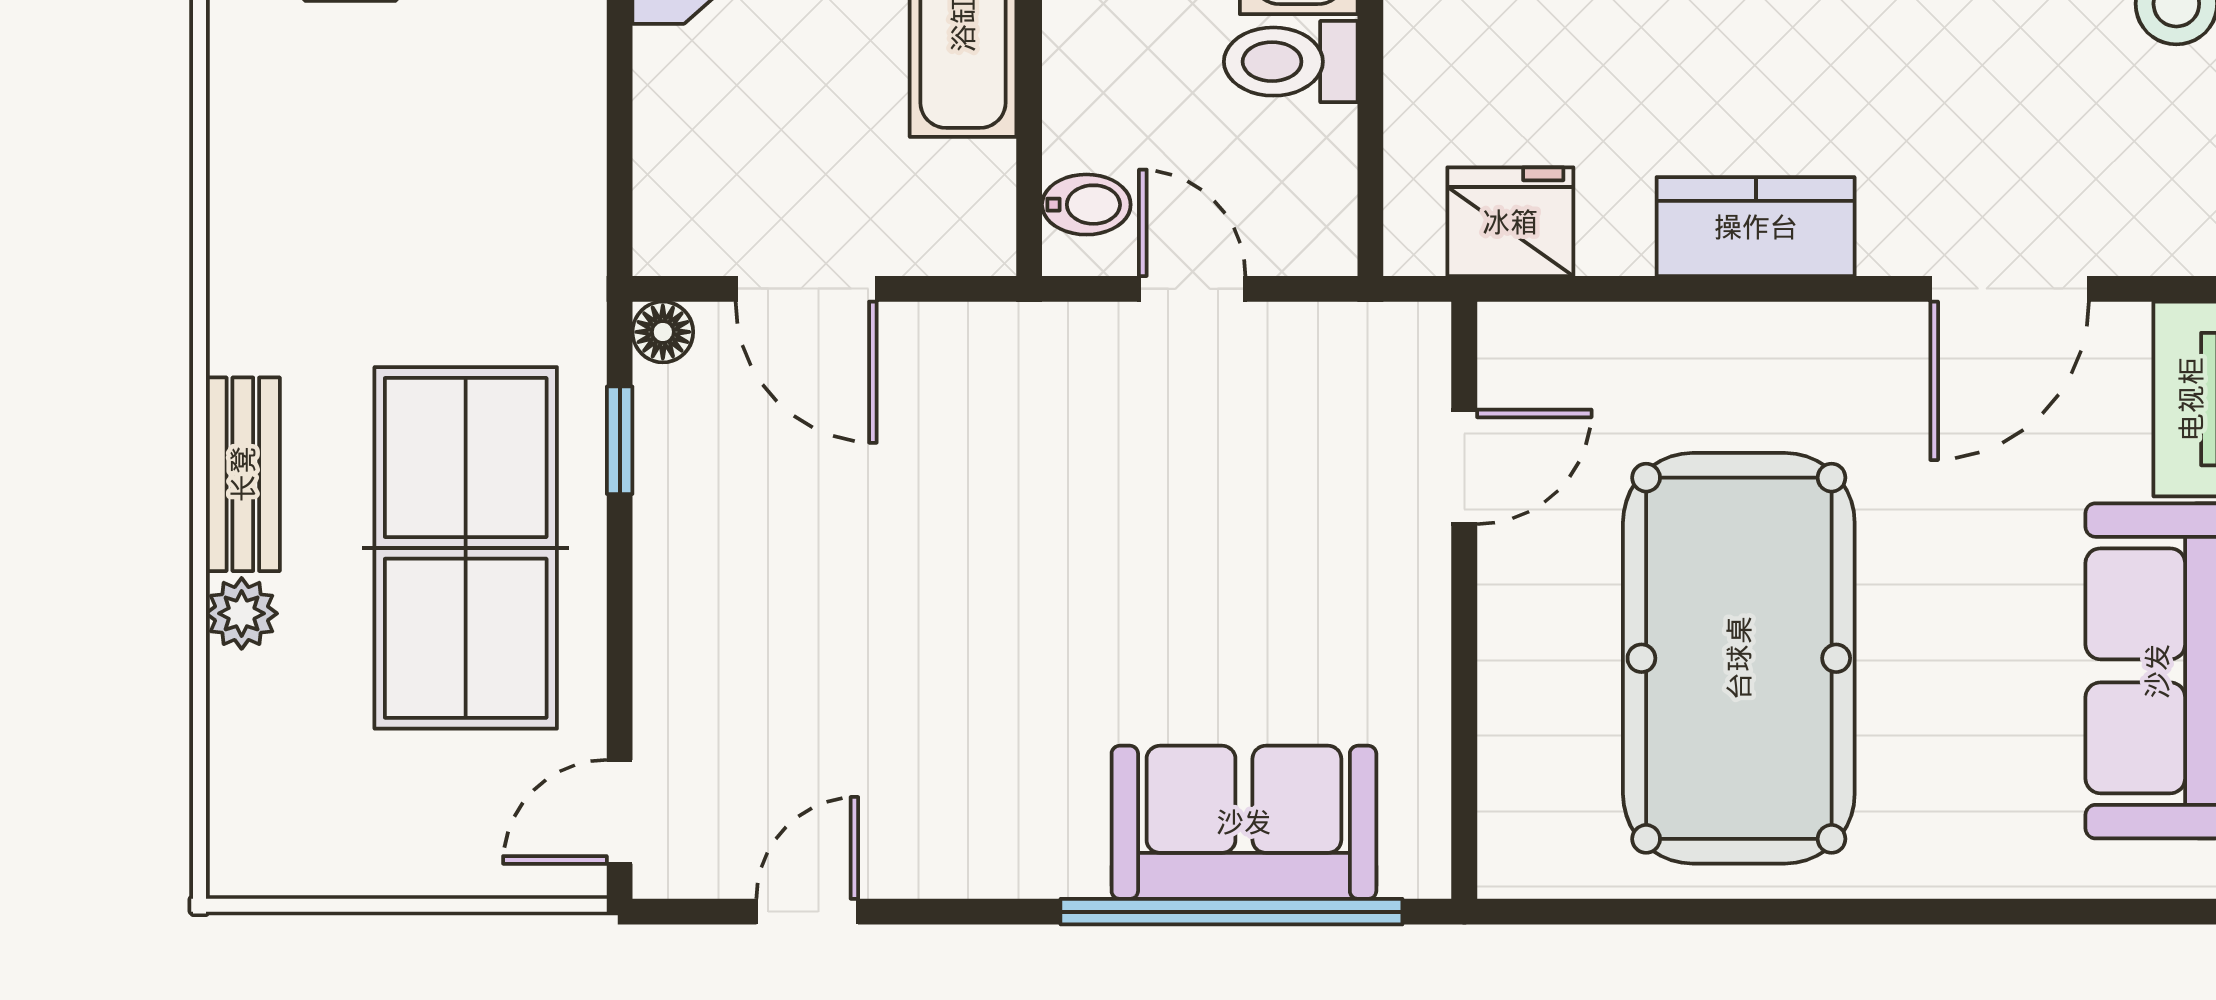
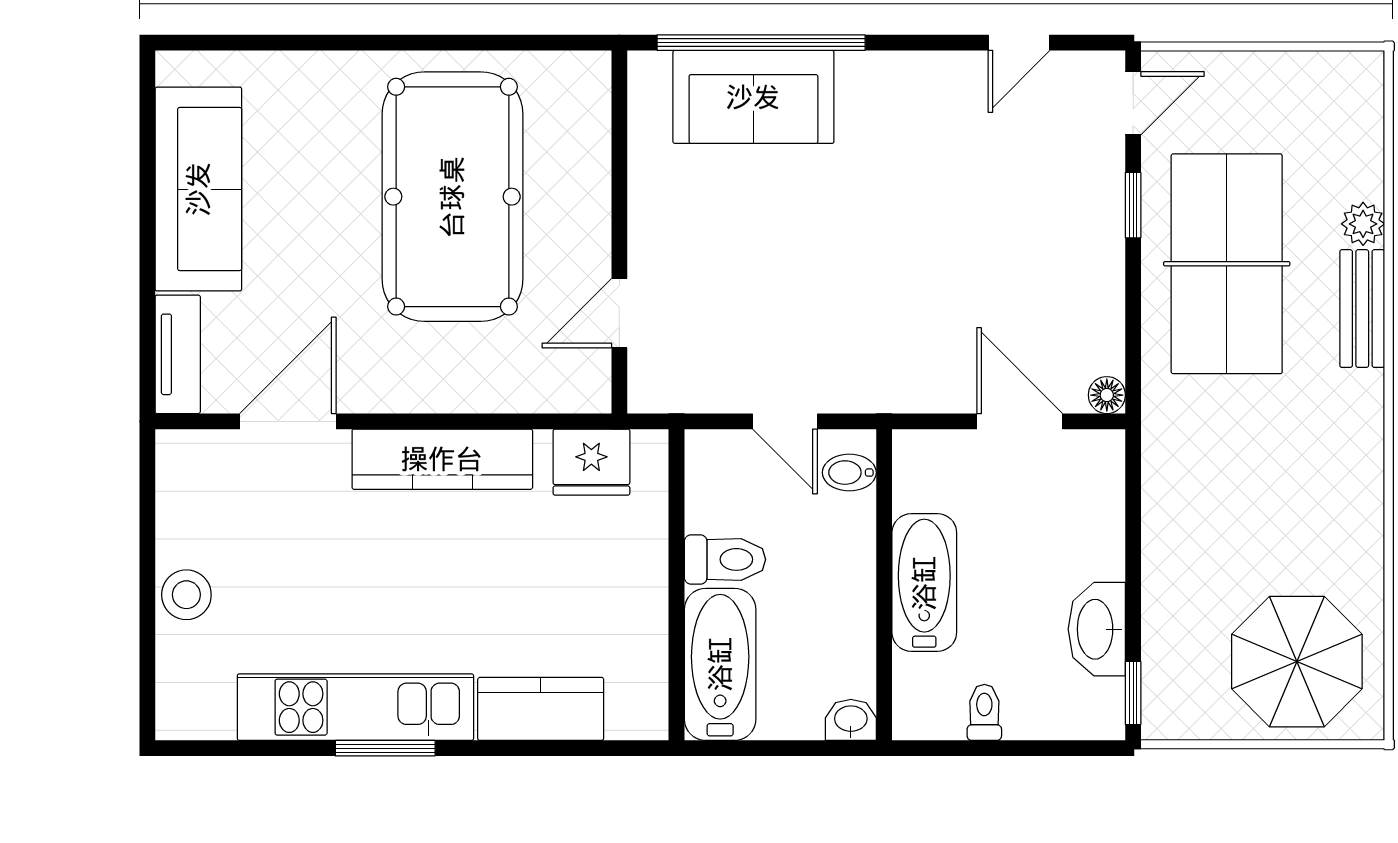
kitchen counter: (1756, 227) -> (442, 459), width x1.50
window: (620, 440) -> (1133, 205), moved

